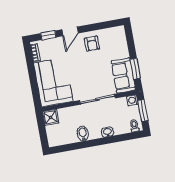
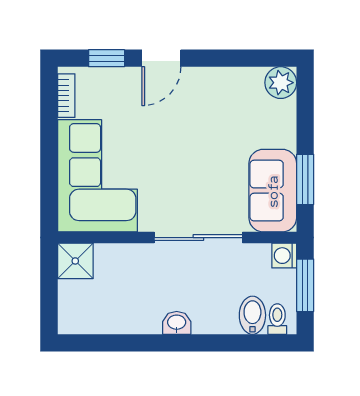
plant: (119, 32) -> (281, 83), added
armchair: (92, 44) -> (210, 98), removed
washbasin: (107, 132) -> (177, 323), moved
bidet: (83, 134) -> (252, 315), moved

